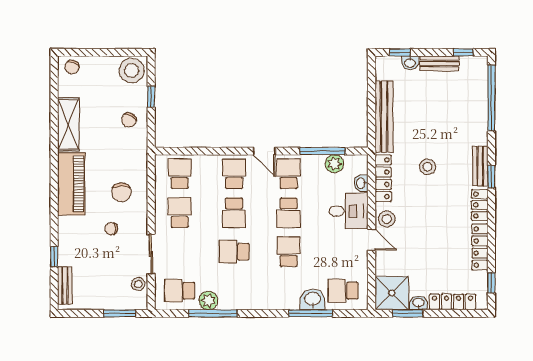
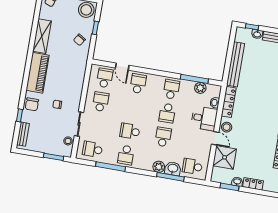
door: (264, 151) -> (122, 67), moved
stool: (428, 167) -> (257, 100), removed
chair: (121, 192) -> (32, 104), moved
school desk: (234, 213) -> (126, 155), moved
shower: (392, 293) -> (225, 157), moved
plant: (208, 300) -> (159, 167), moved
locker: (452, 302) -> (253, 184), width x0.66

